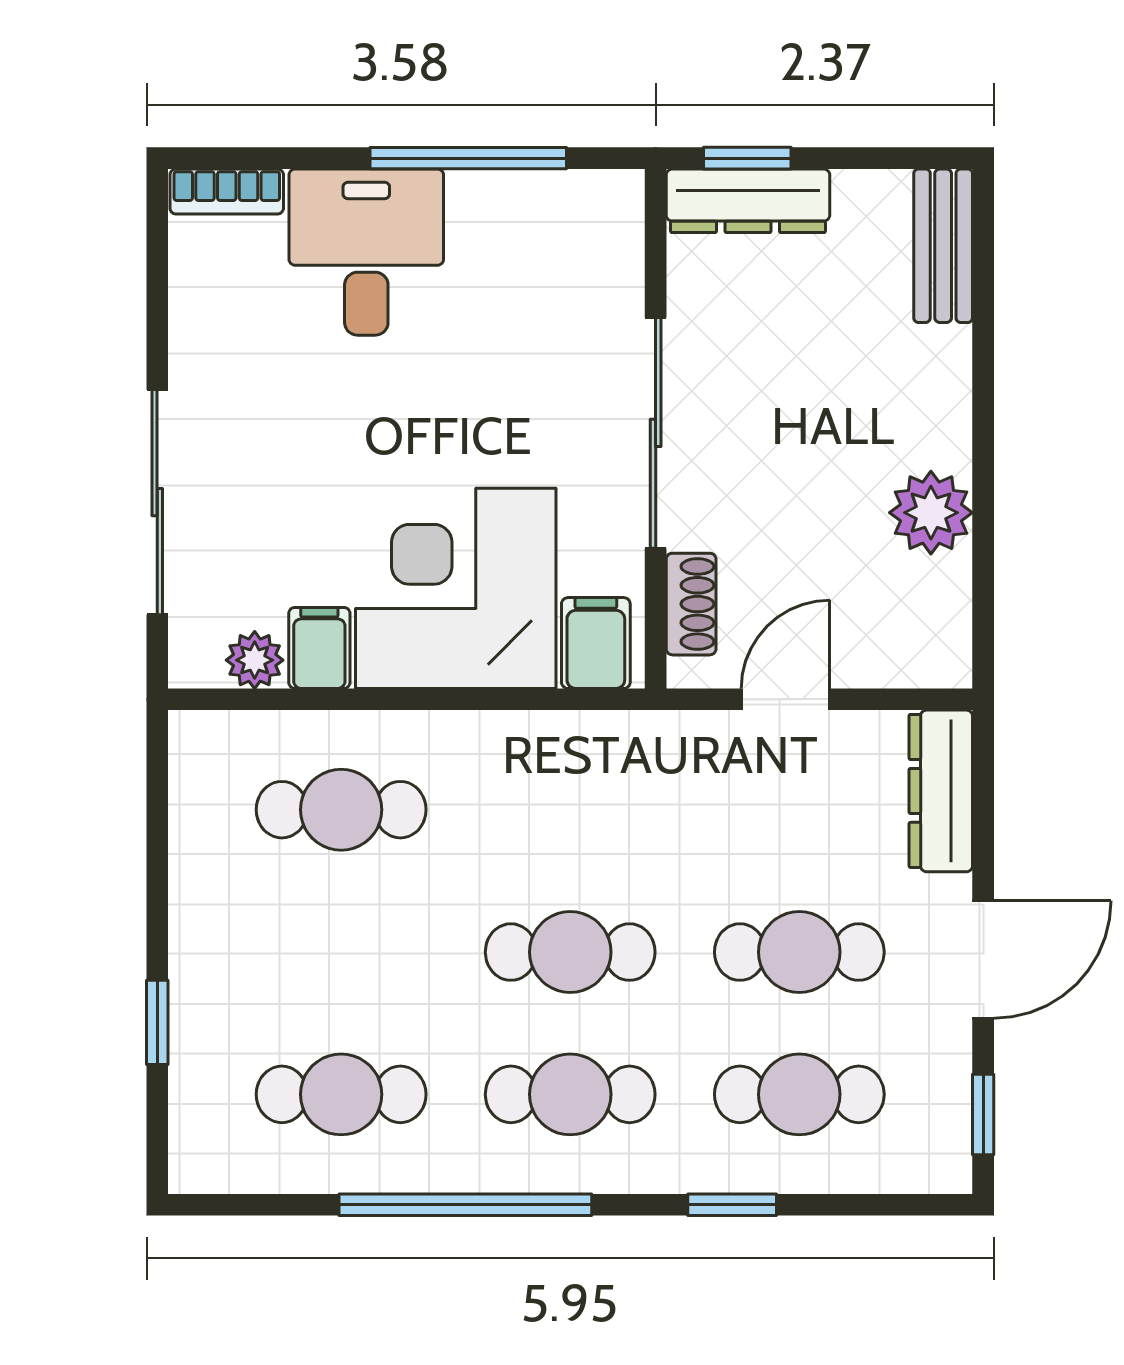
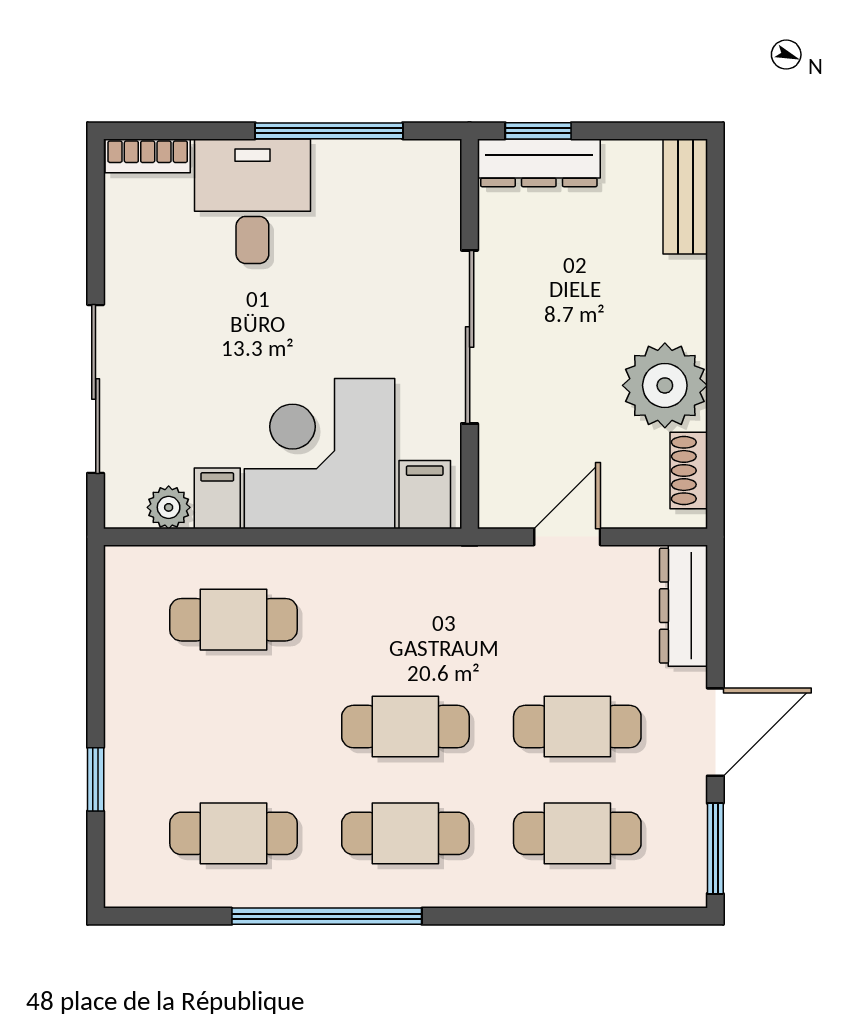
plant: (931, 513) -> (665, 385), width x1.36, depth x1.36
shoe rack: (691, 604) -> (689, 471), moved, turned 180
window: (983, 1114) -> (715, 848), width x1.50
window: (732, 1205) -> (527, 916), removed

